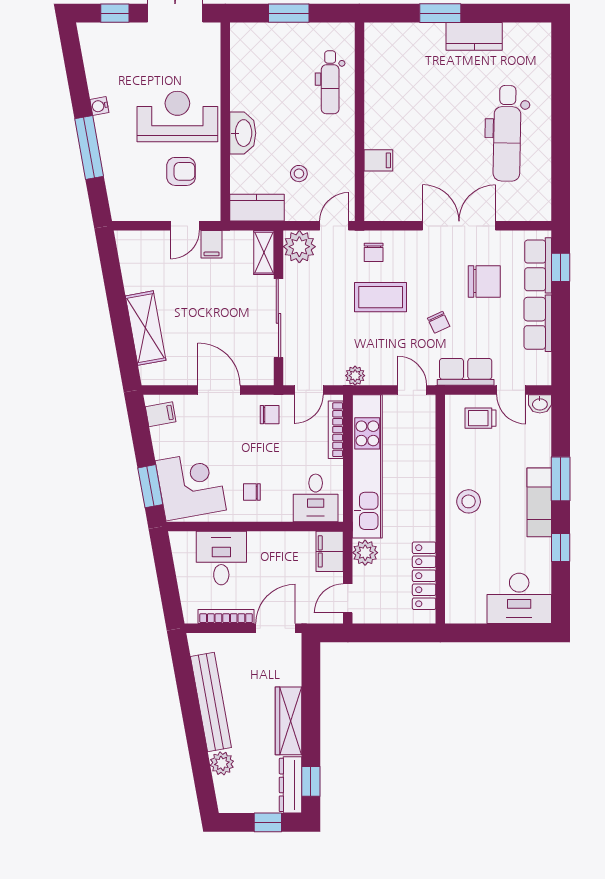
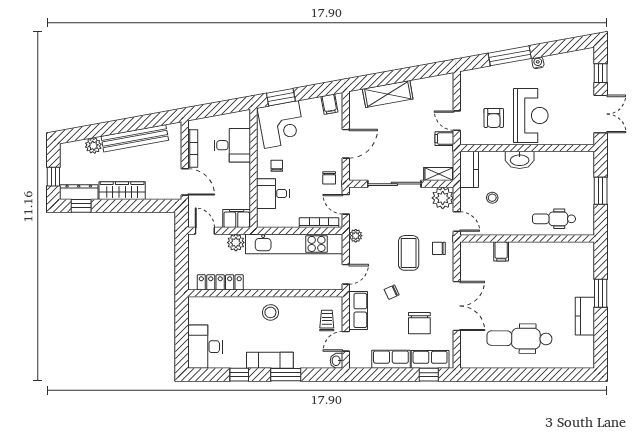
desk: (316, 498) -> (273, 194), moved

